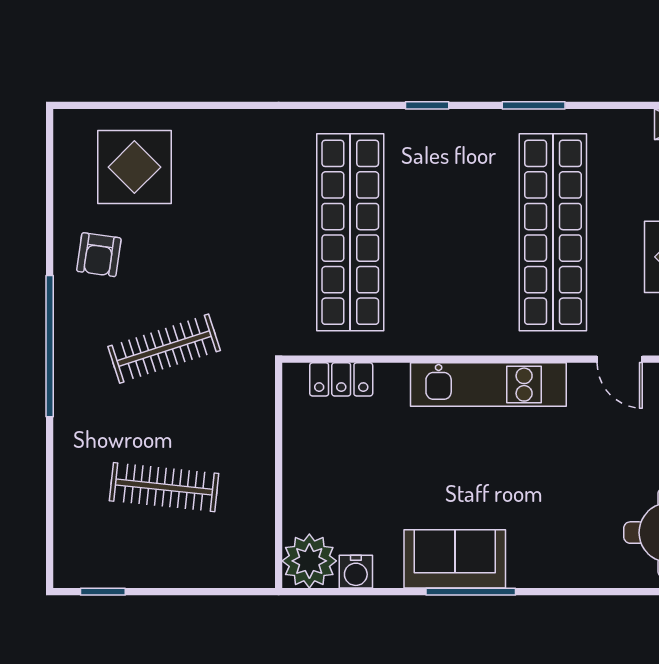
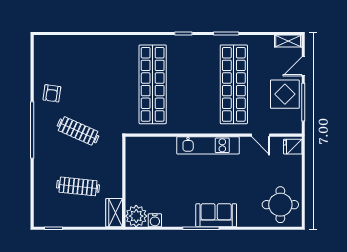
display table: (134, 167) -> (66, 58), removed
clothes rail: (164, 349) -> (78, 131), turned 42
locker: (341, 379) -> (149, 143), removed
wardrobe: (254, 553) -> (114, 213), added
sofa: (455, 559) -> (216, 215), moved

